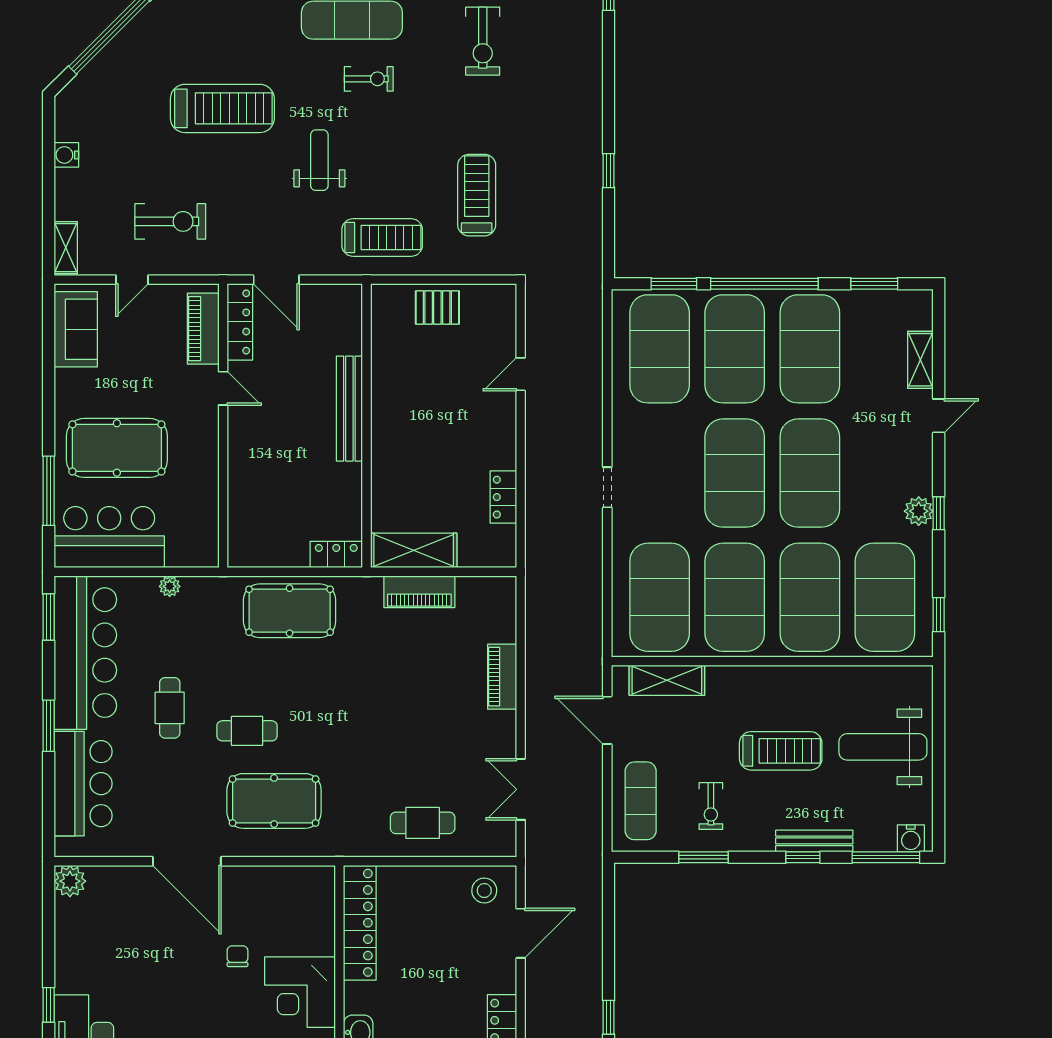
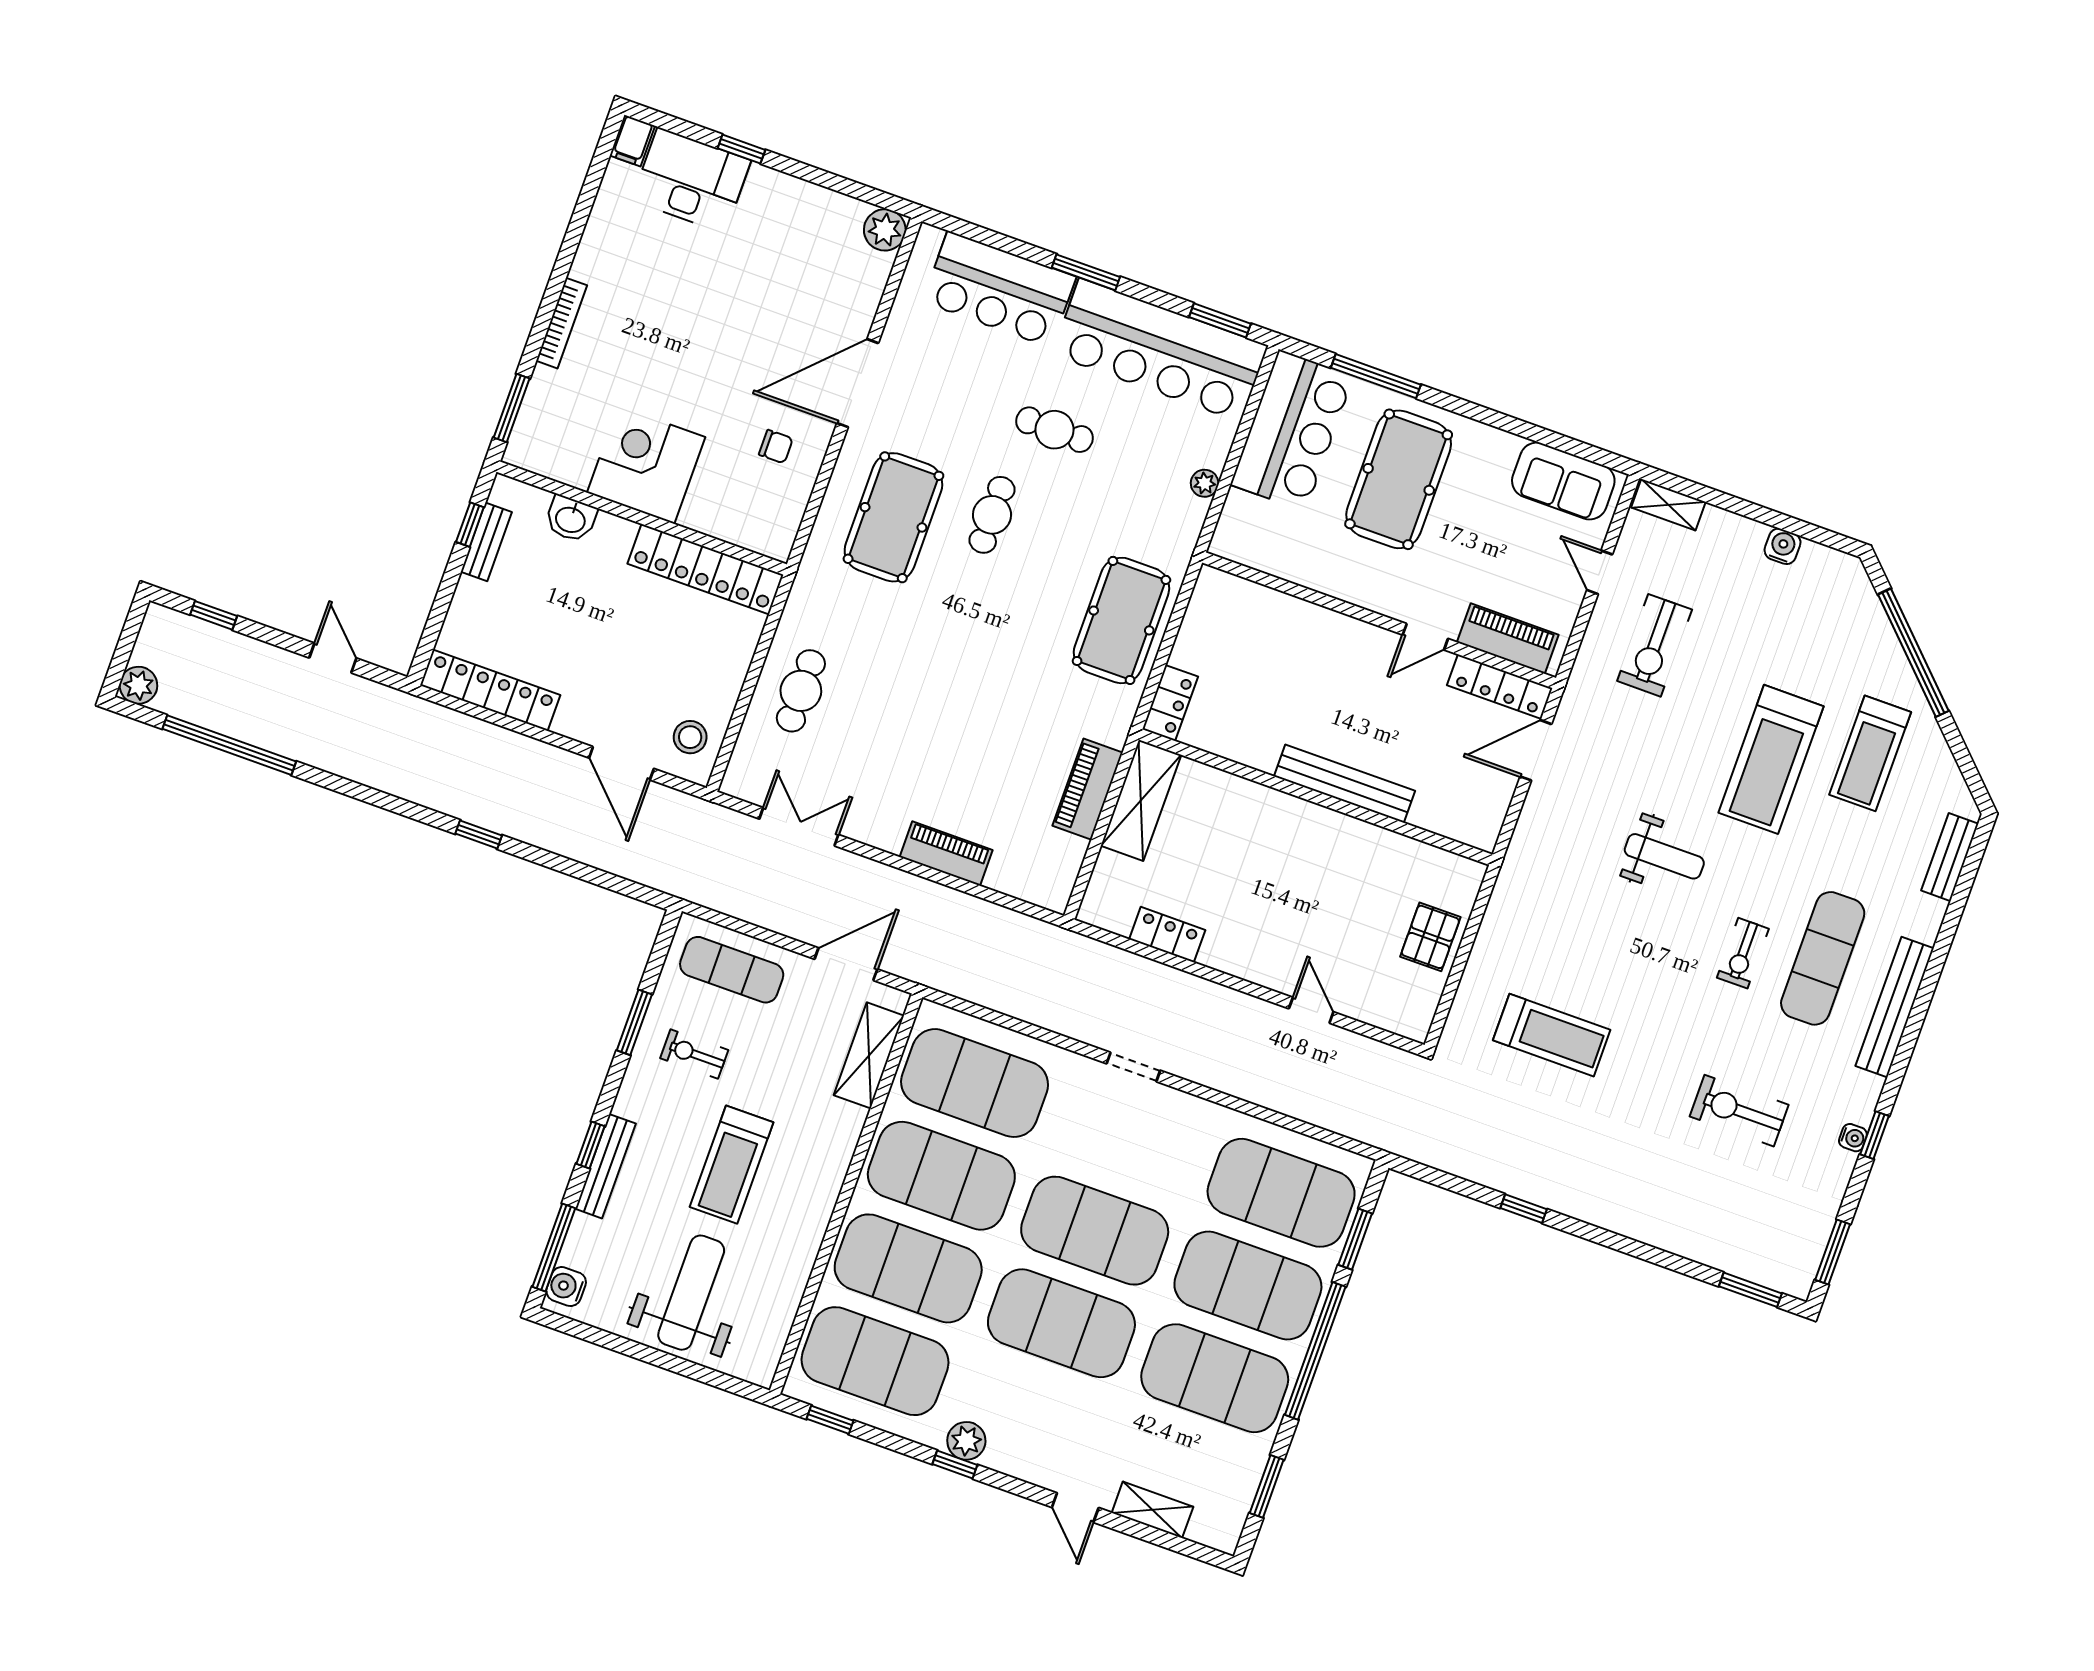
treadmill: (382, 237) -> (1870, 753), moved
chair: (237, 956) -> (776, 447), moved

